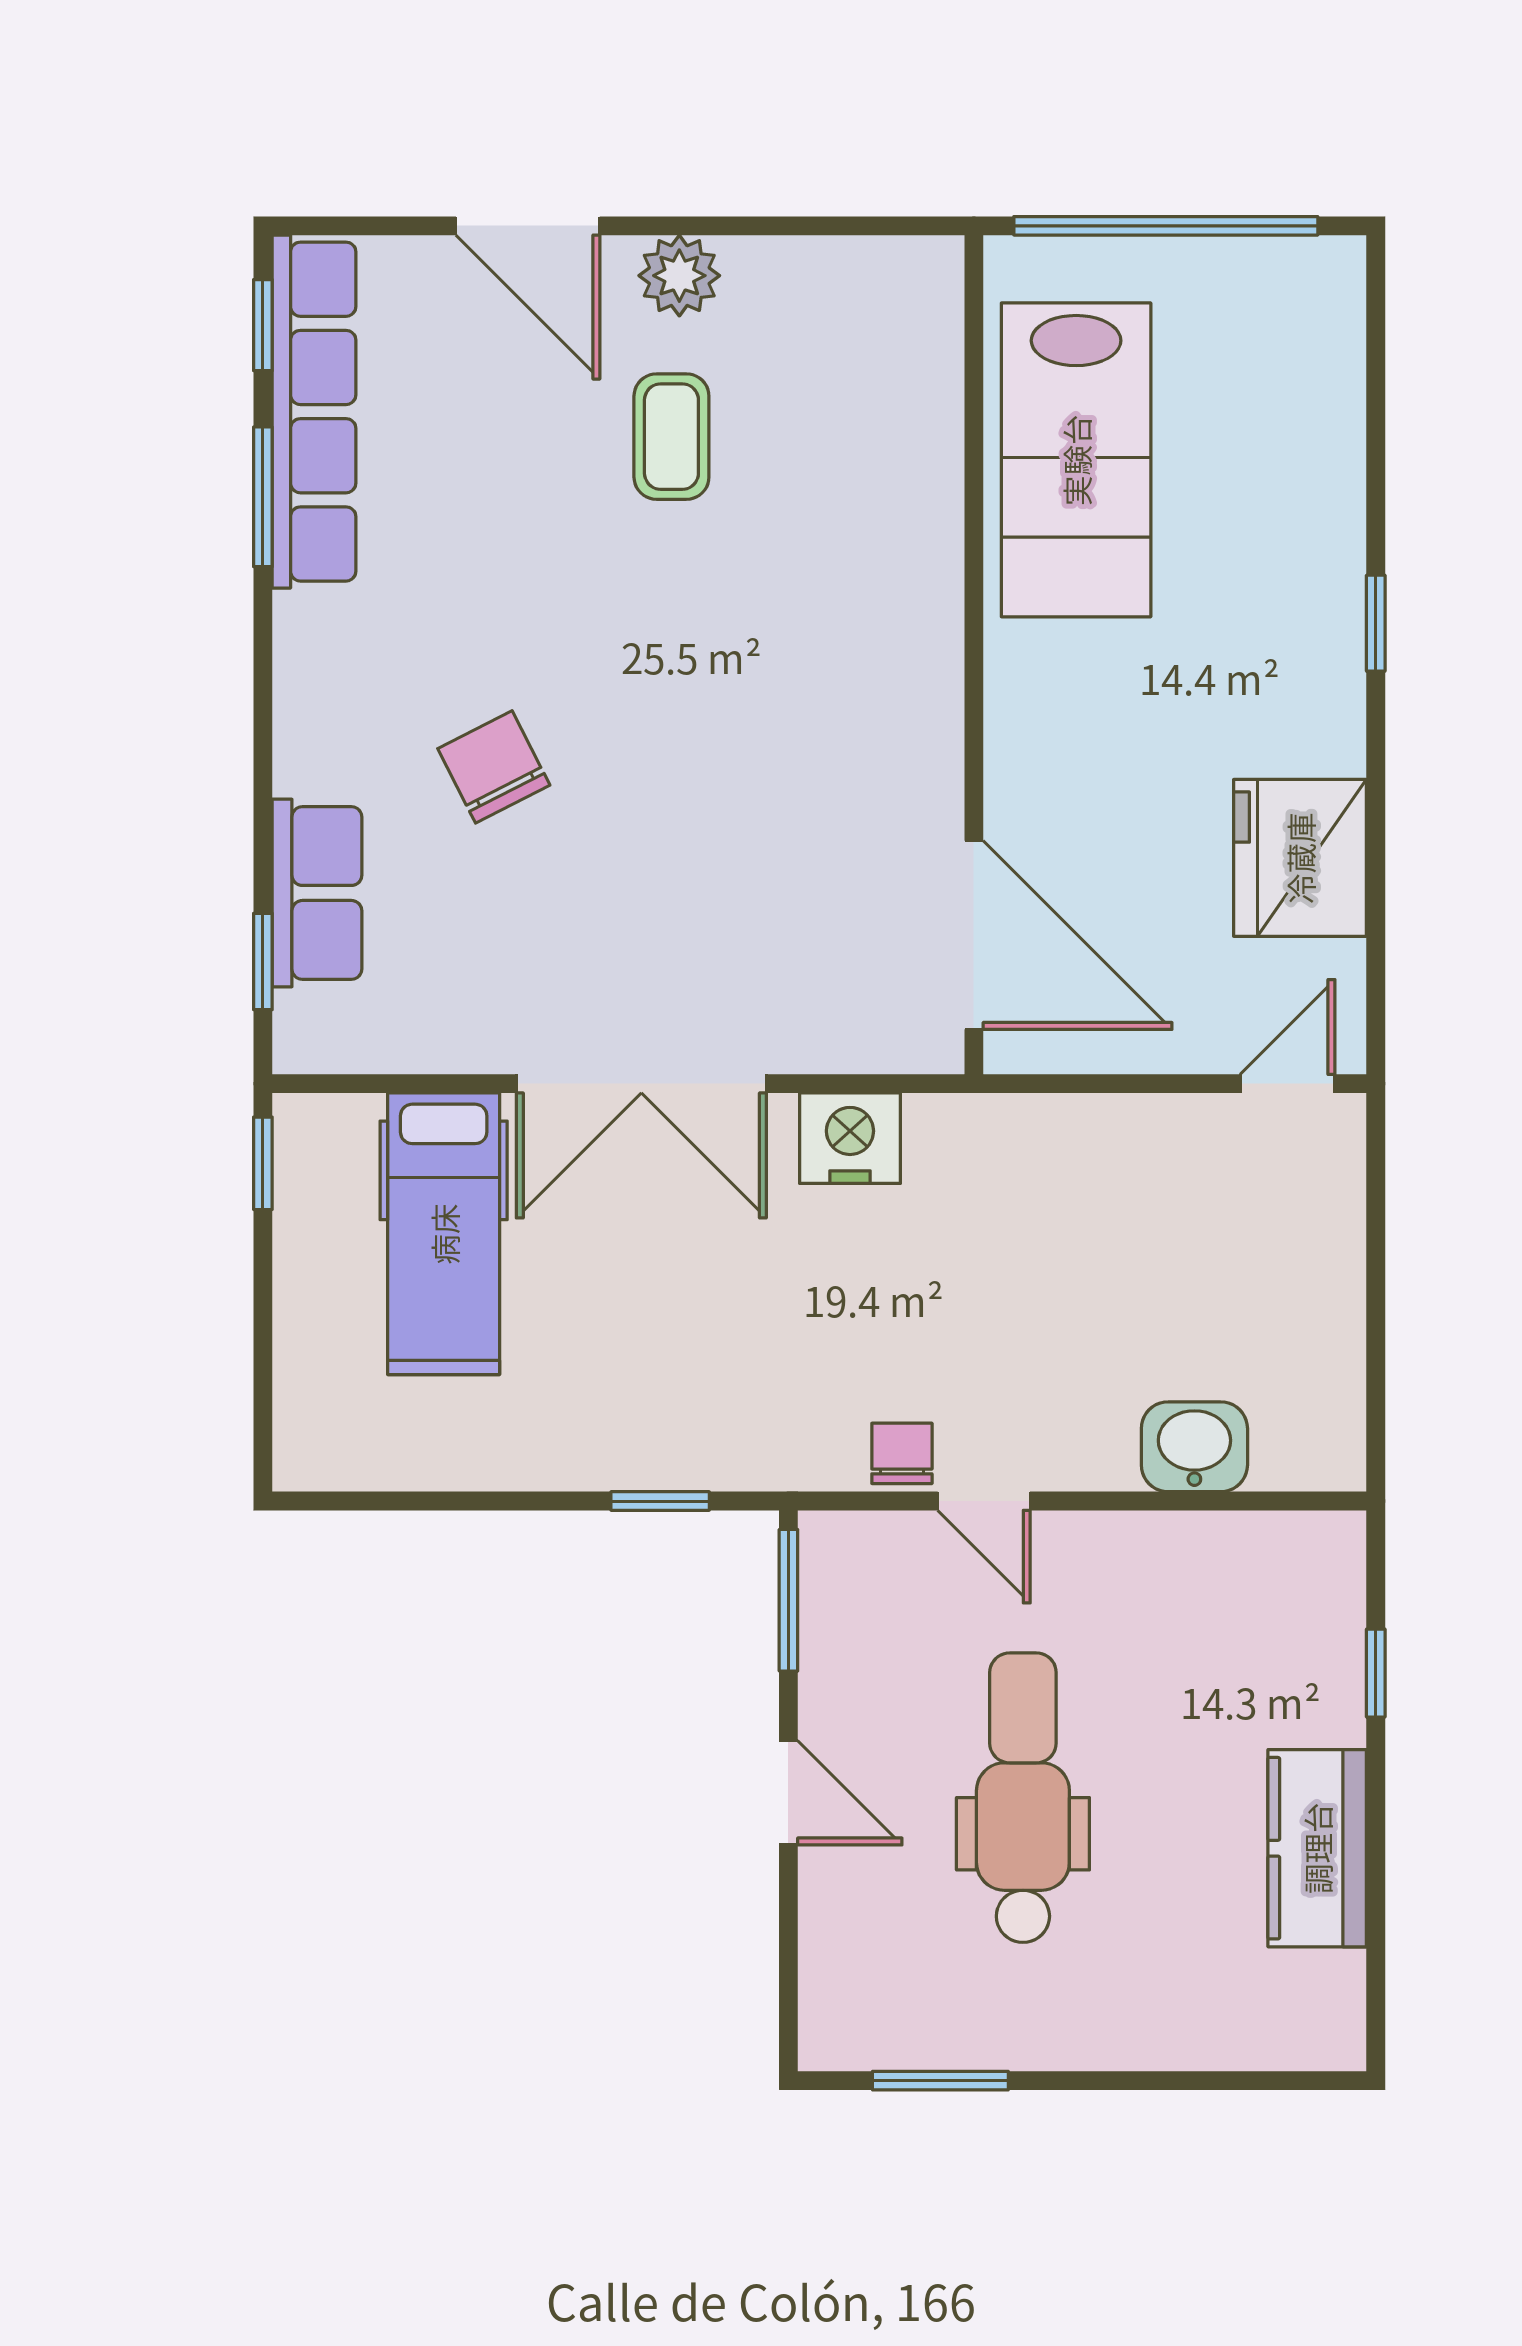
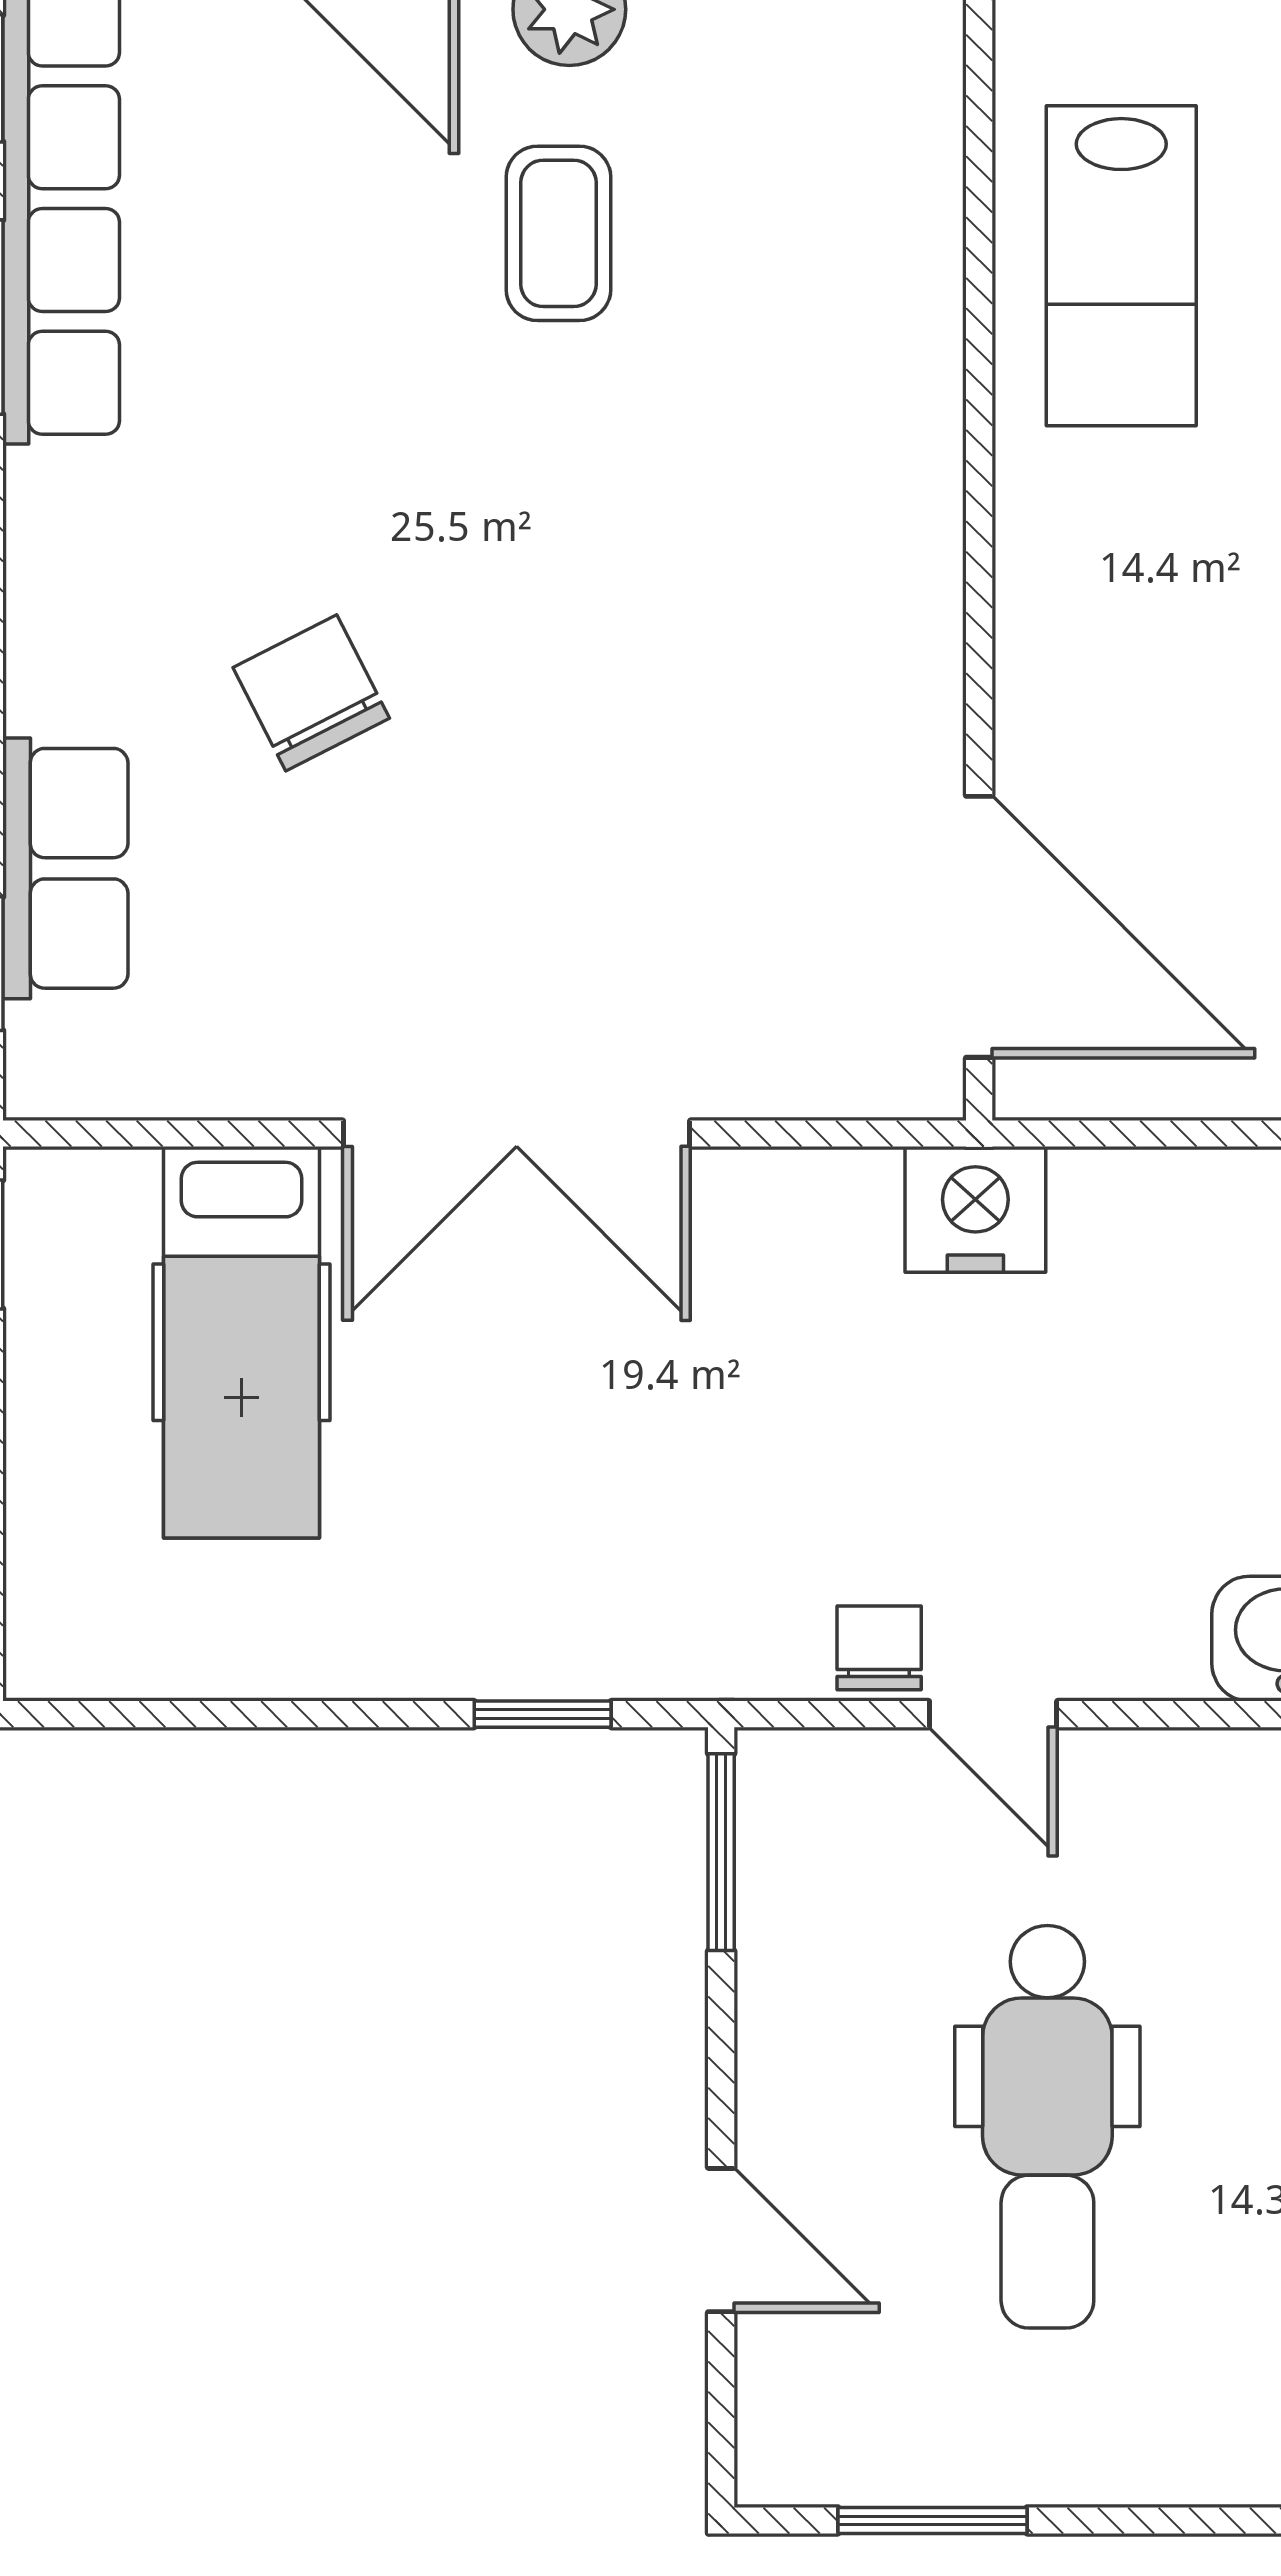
lab bench: (1076, 460) -> (1121, 266), width x0.73, depth x0.72
nightstand: (850, 1138) -> (975, 1209), moved
door: (788, 1793) -> (721, 2240), moved
dental chair: (1023, 1798) -> (1047, 2127), turned 180

